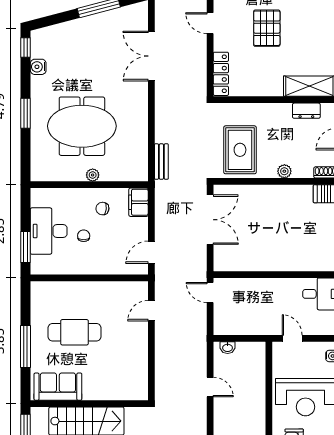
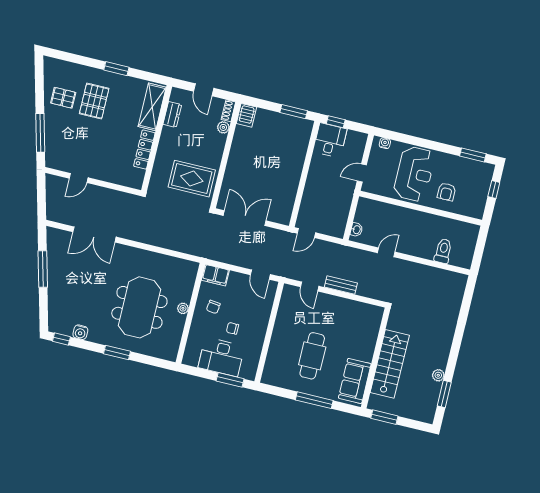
pallet: (267, 28) -> (94, 101), moved, turned 90
locker: (221, 74) -> (144, 150), moved, turned -90
bench: (161, 162) -> (341, 285), moved
plant: (284, 171) -> (223, 127), moved

